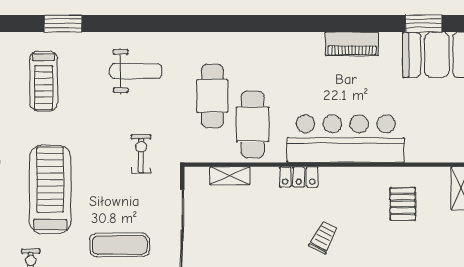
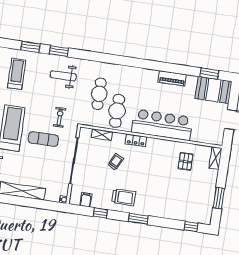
window: (120, 24) -> (59, 51), added
weight bench: (136, 71) -> (63, 76), turned 180
treadmill: (44, 81) -> (17, 74), turned 180
trolley: (323, 237) -> (116, 162), moved
exercise mat: (120, 245) -> (43, 139), moved

